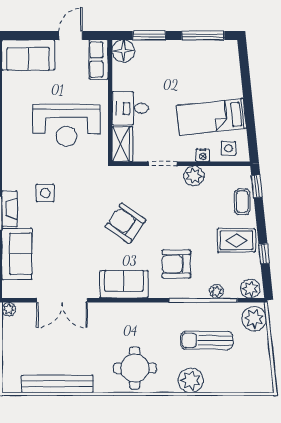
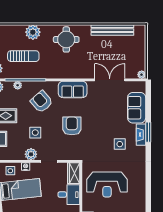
reception desk: (66, 125) -> (107, 184), turned 180
side table: (187, 212) -> (35, 133), added
armchair: (125, 223) -> (72, 126), turned -125
armchair: (176, 264) -> (41, 102), turned -131

